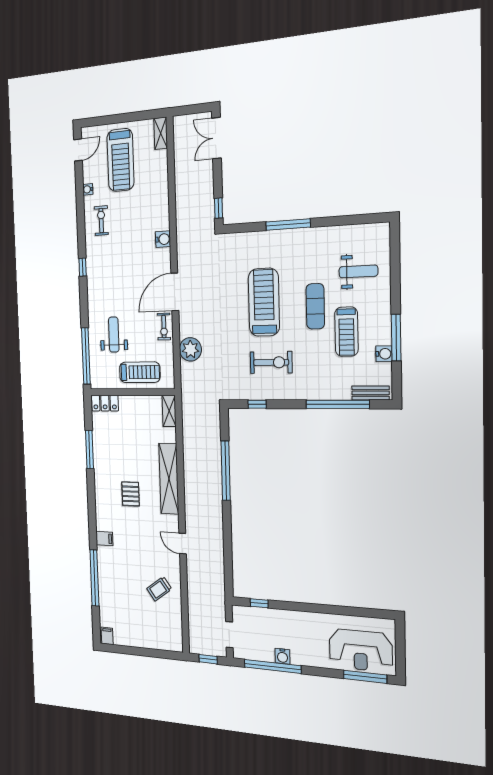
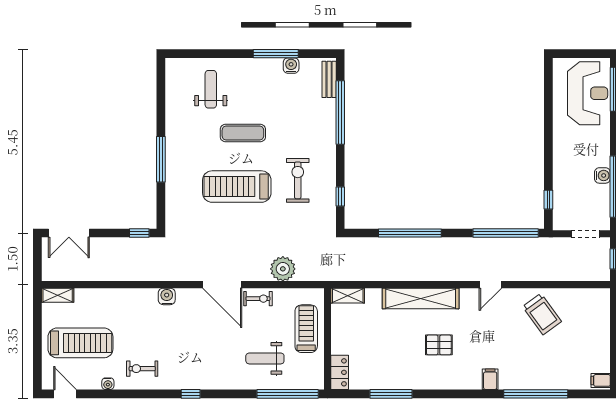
treadmill: (346, 332) -> (269, 102), removed
window: (228, 561) -> (506, 233), added
trolley: (159, 589) -> (542, 314), width x1.36, depth x1.39

